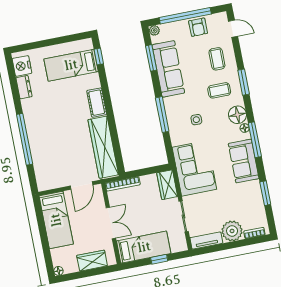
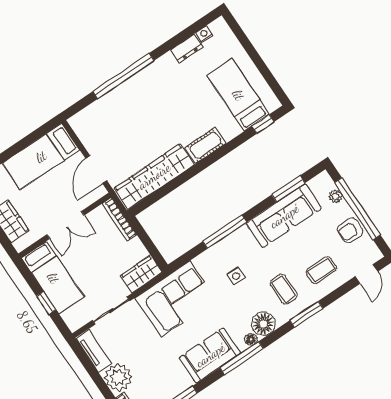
plant: (154, 30) -> (335, 196), moved
nightstand: (22, 66) -> (204, 34), width x0.53, depth x0.56
door: (81, 185) -> (96, 170), hinge flipped

